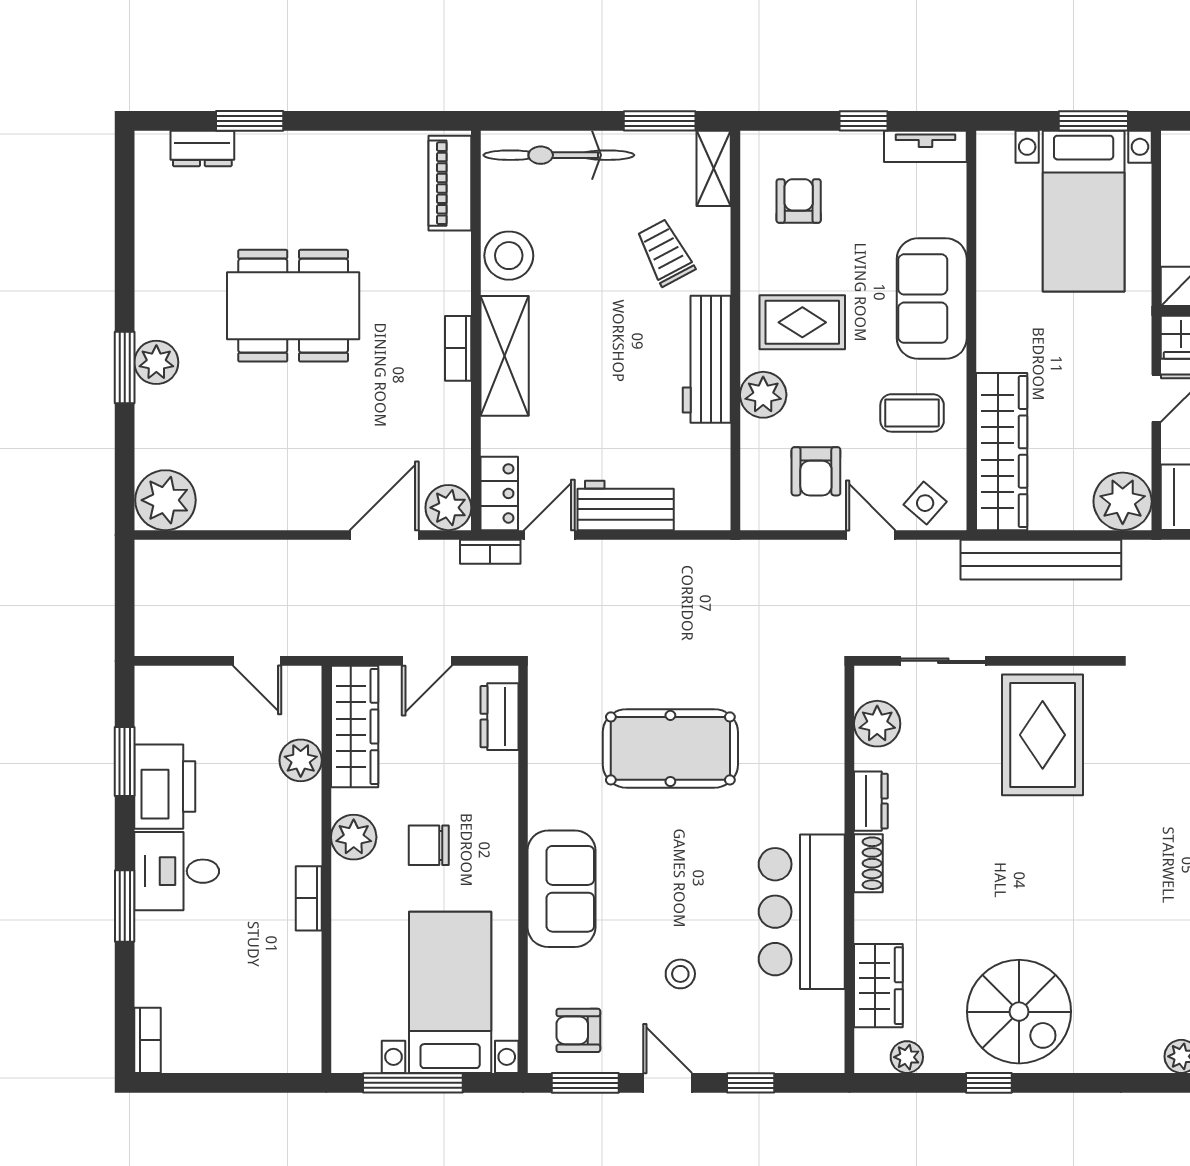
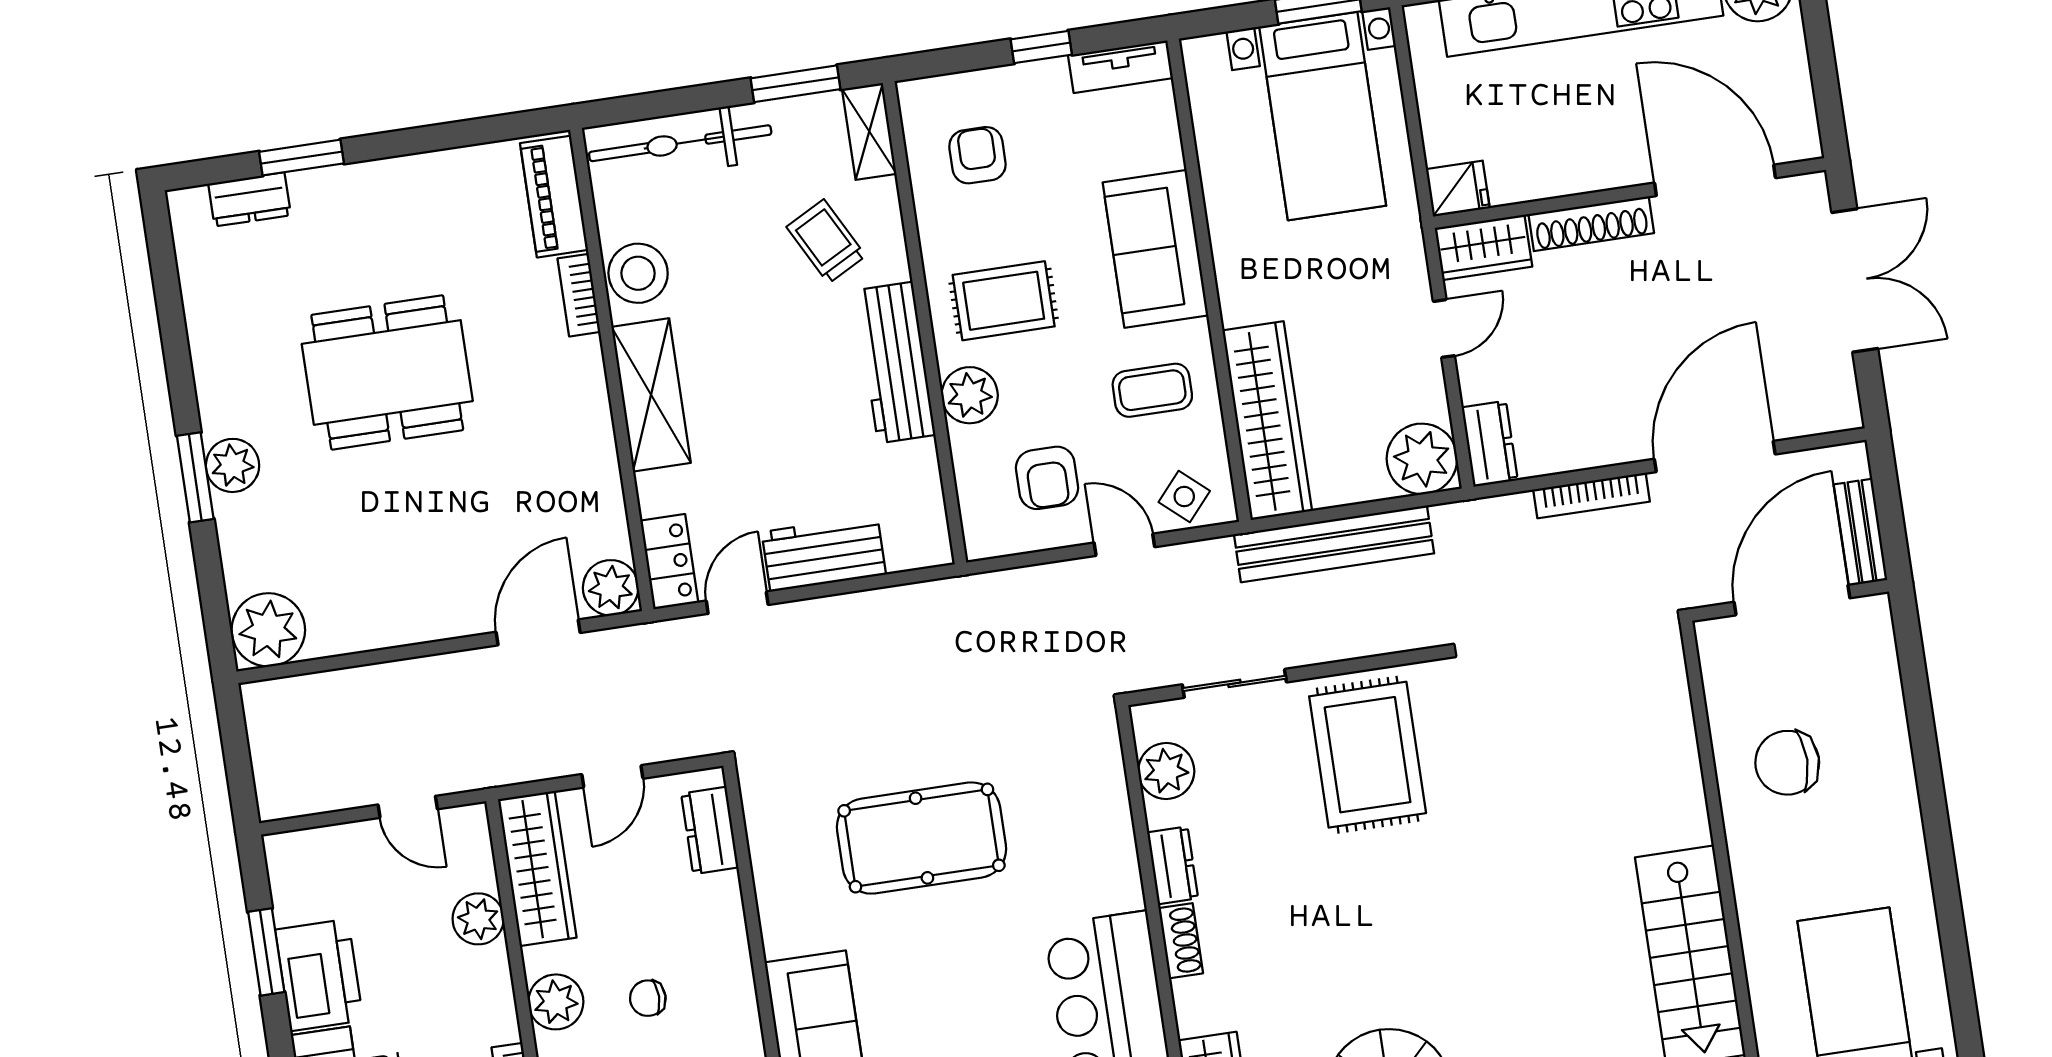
bookcase: (458, 348) -> (579, 295), moved
bookcase: (490, 552) -> (669, 634), removed
chair: (429, 845) -> (648, 998), width x0.73, depth x0.73

